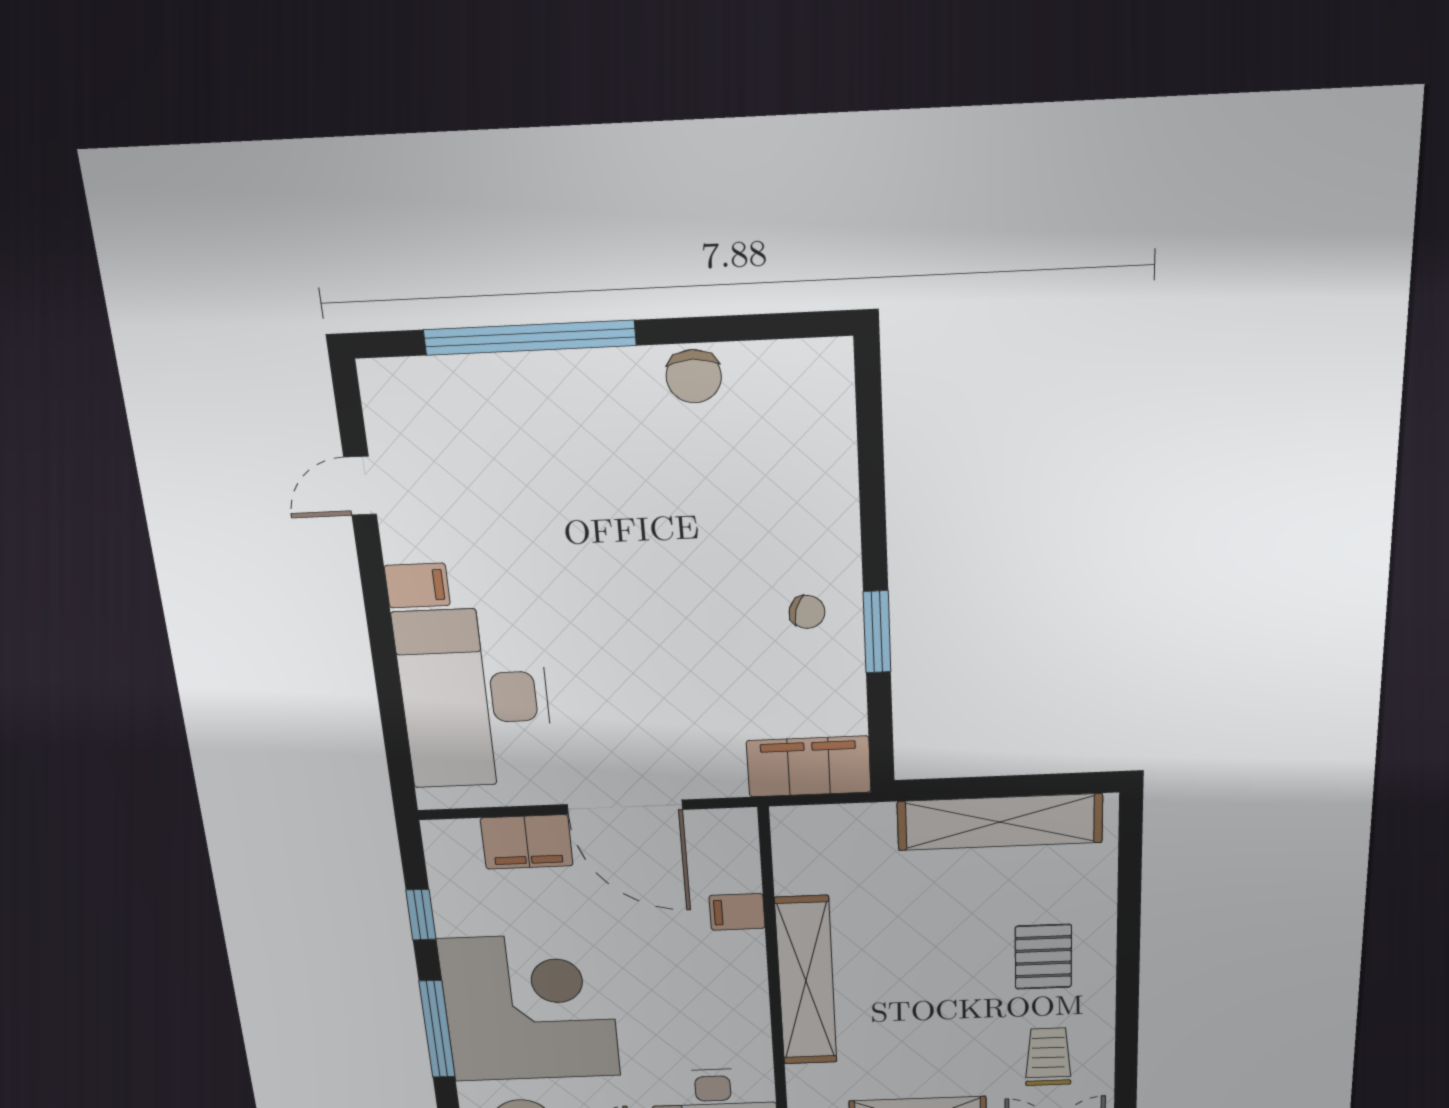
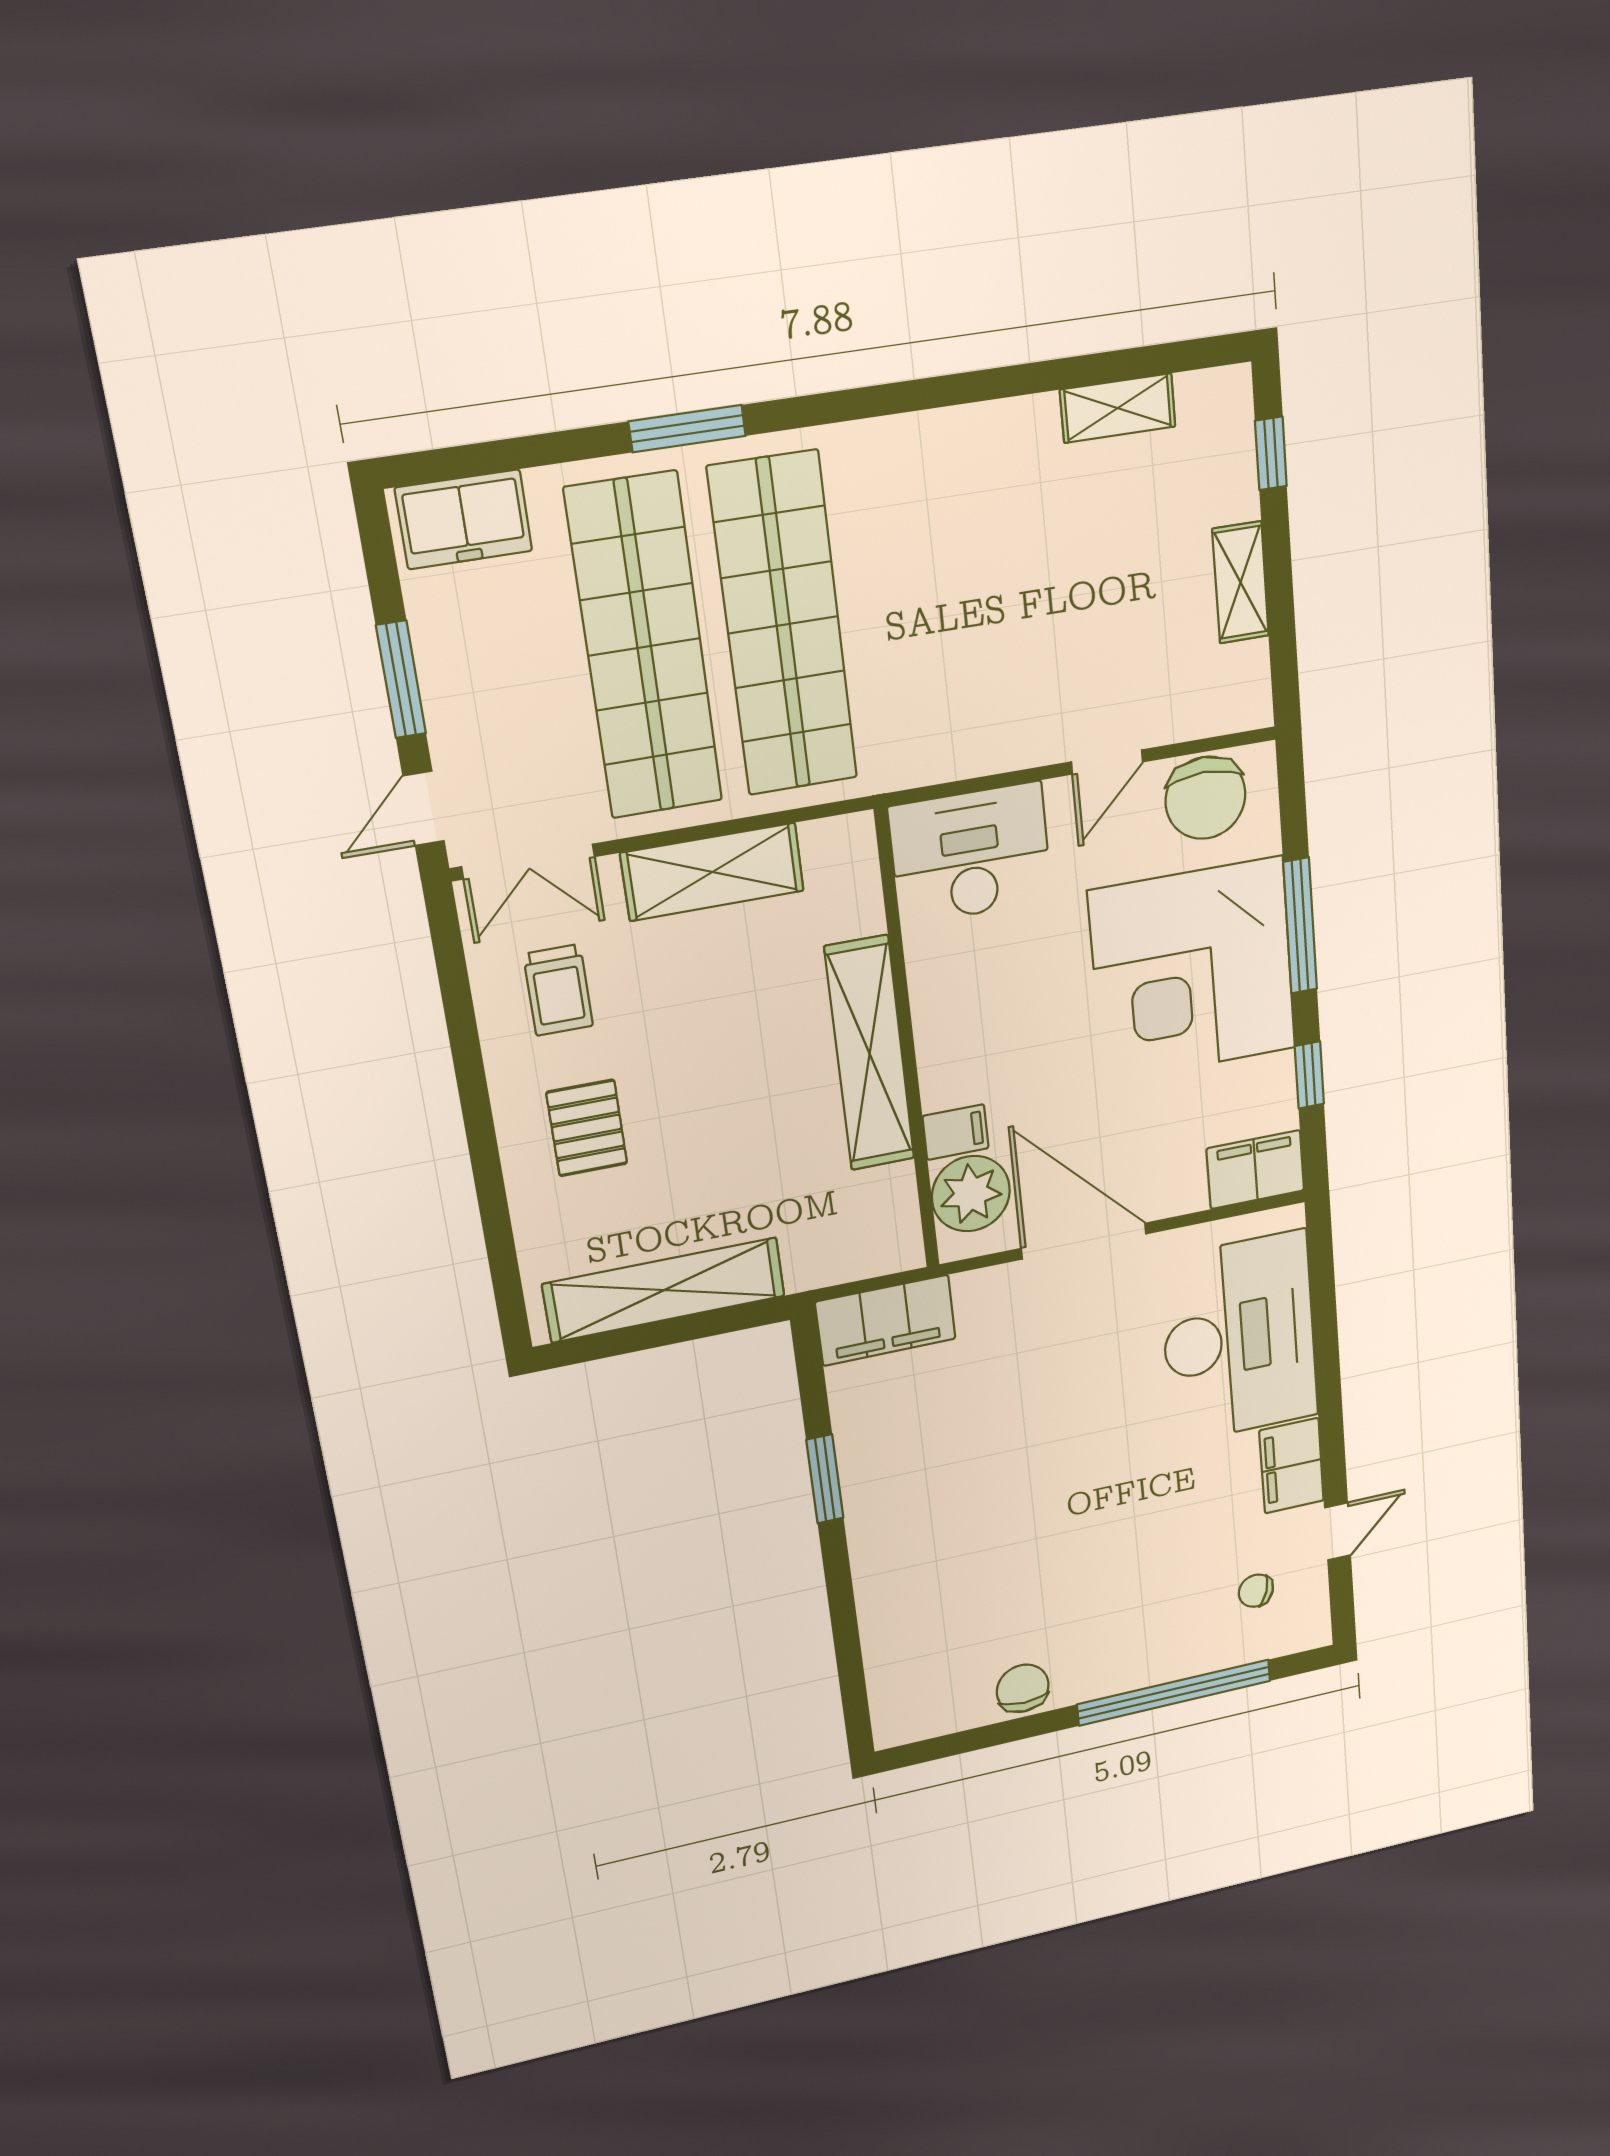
filing cabinet: (417, 586) -> (1292, 1466), width x2.00
chair: (807, 612) -> (1256, 1591), moved
filing cabinet: (527, 842) -> (1255, 1170), moved
plant: (726, 861) -> (971, 1194), added

